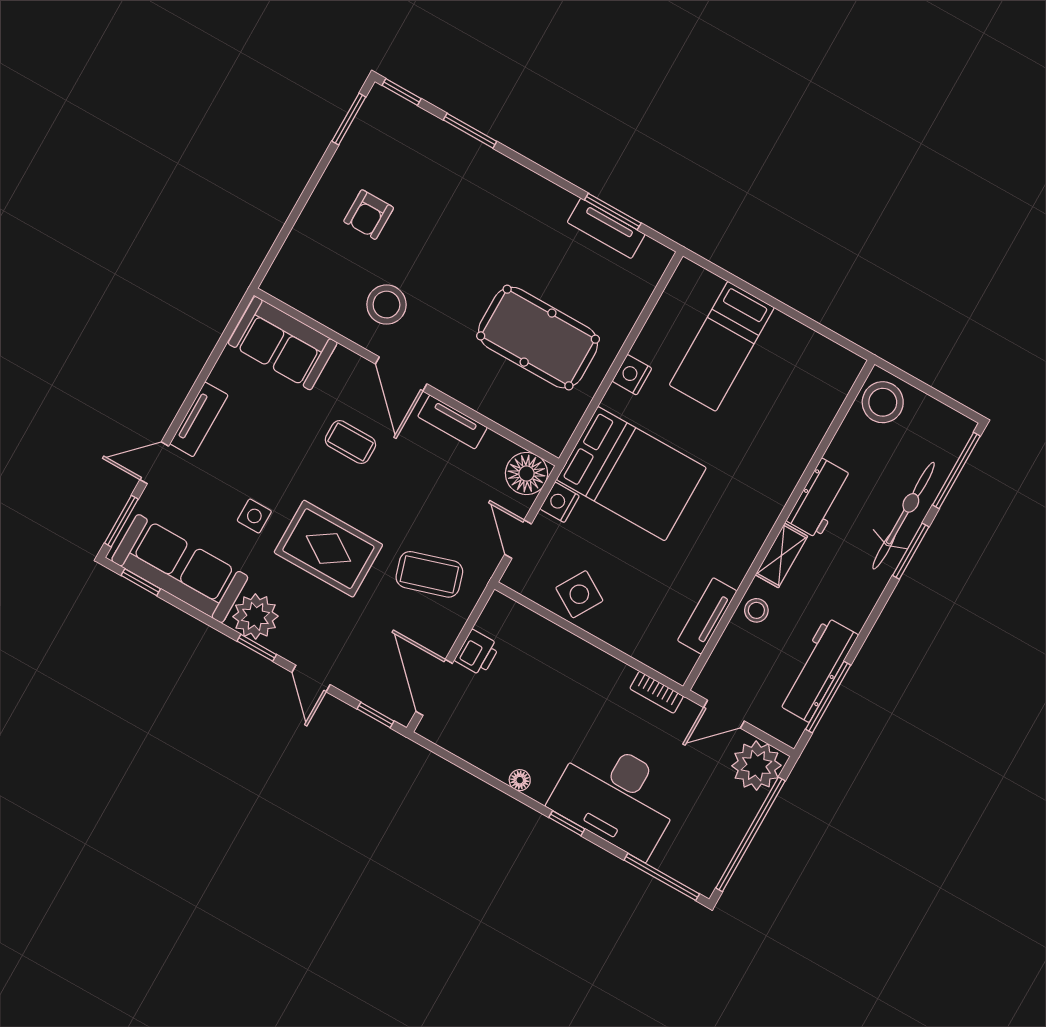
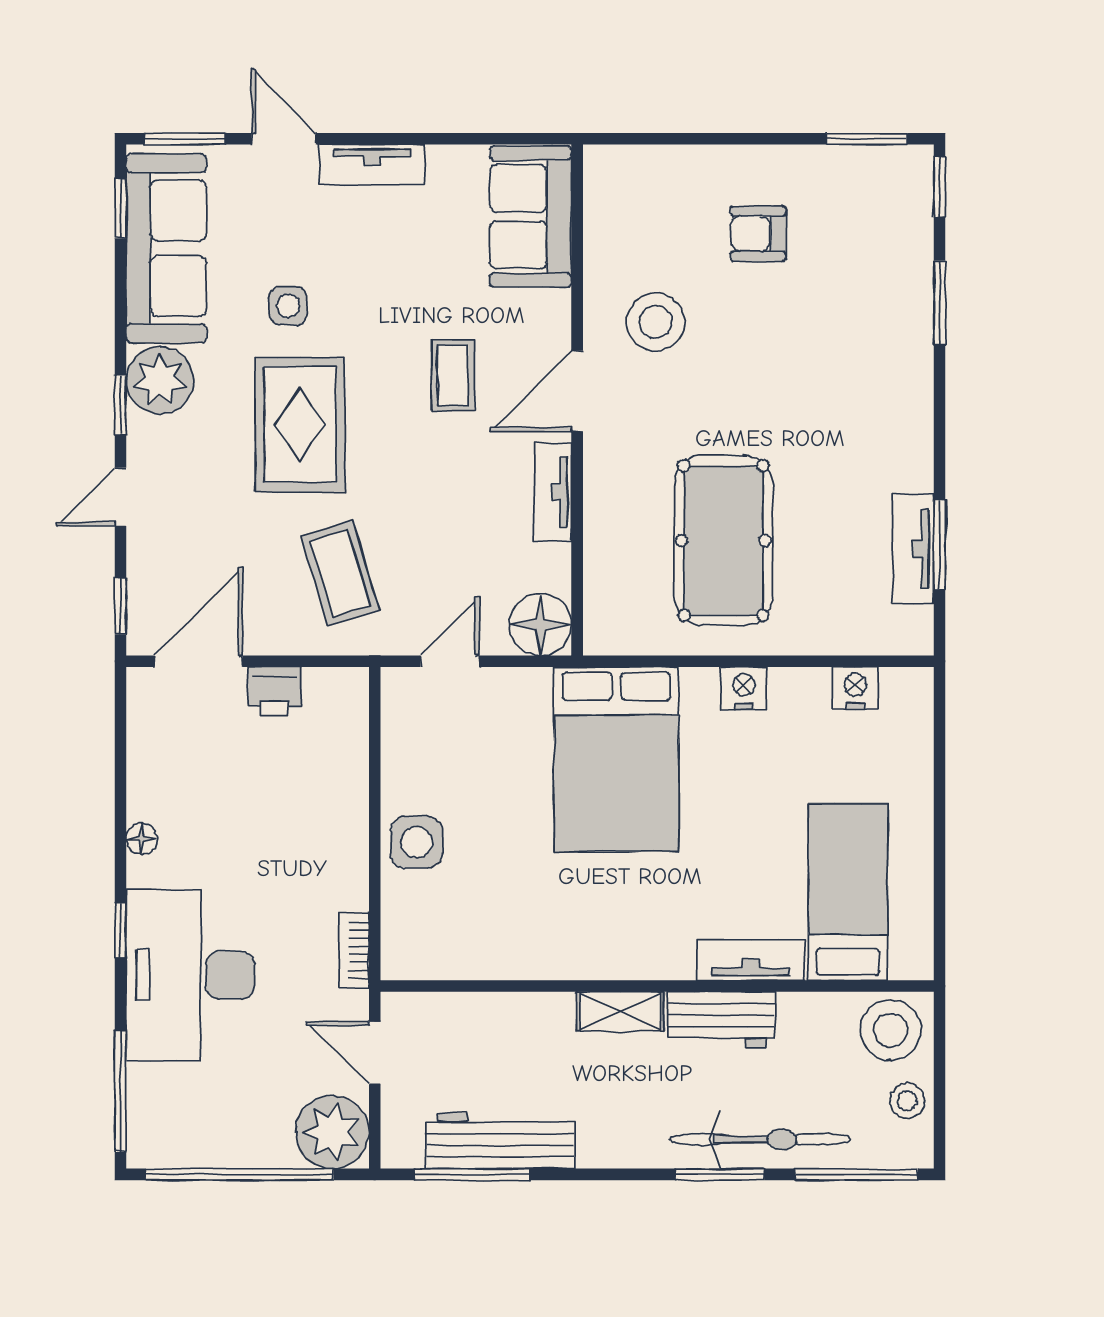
bed: (722, 346) -> (848, 892), moved, turned 90
nightstand: (560, 502) -> (855, 688), moved
side table: (579, 594) -> (416, 842), moved, turned -31
stool: (756, 610) -> (907, 1101), moved
tv unit: (707, 616) -> (751, 960), moved

